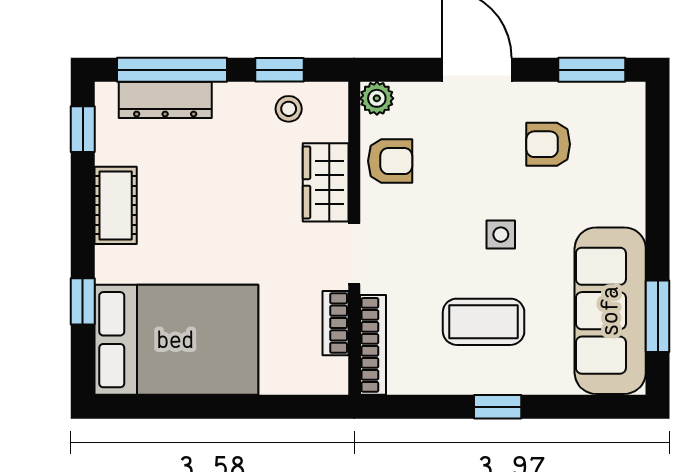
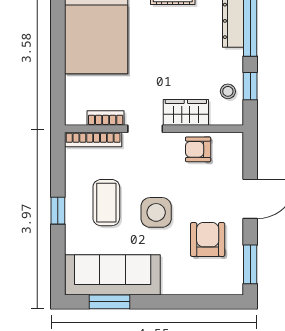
plant: (377, 98) -> (234, 142), removed
armchair: (548, 144) -> (208, 239), width x1.38, depth x1.38
armchair: (390, 161) -> (198, 149), turned 90
side table: (501, 235) -> (156, 212), width x1.87, depth x1.87

